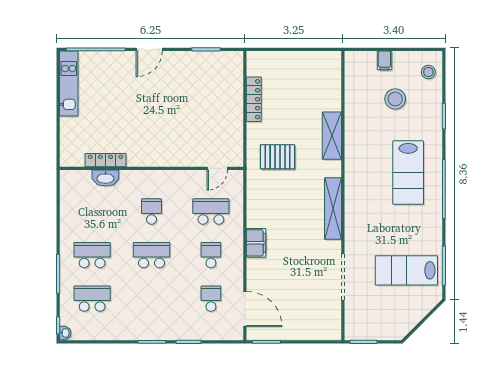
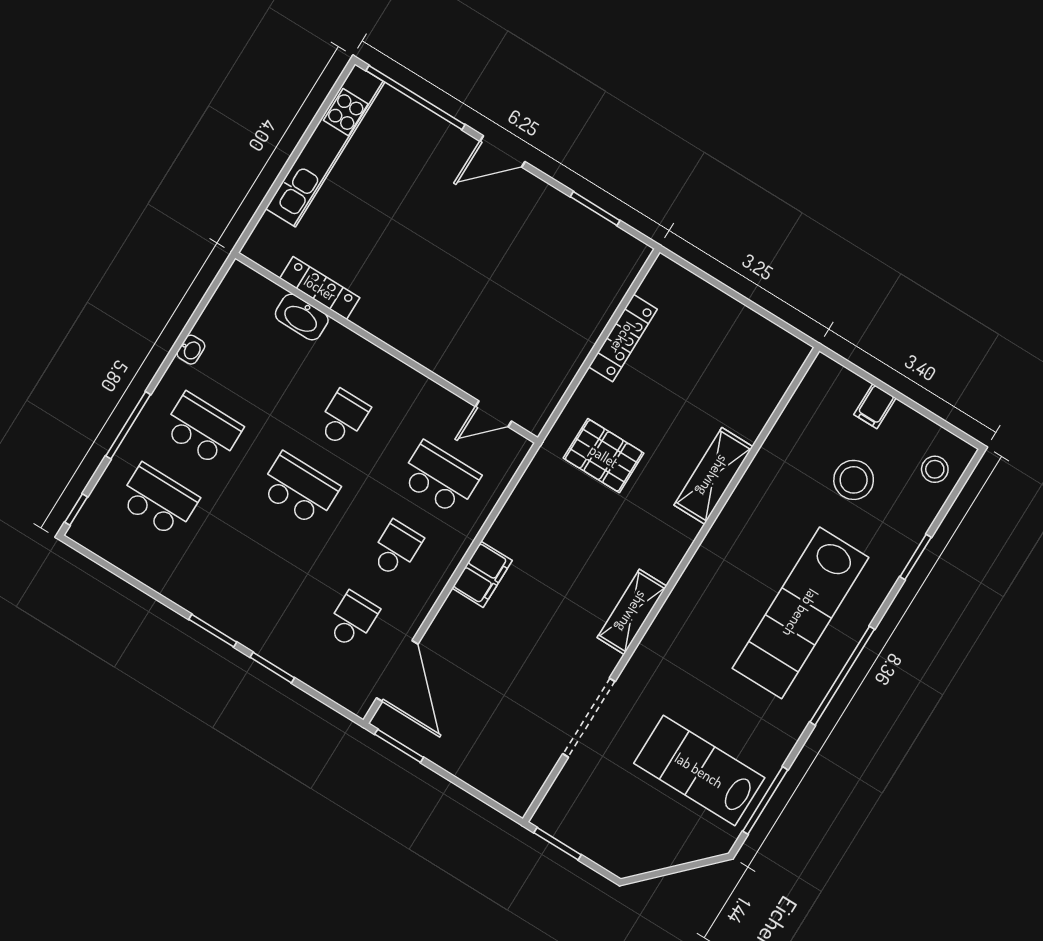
kitchen unit: (69, 84) -> (325, 145), width x1.36
lab bench: (408, 173) -> (801, 613), width x1.36
shelving: (333, 209) -> (632, 612), width x0.68
washbasin: (65, 333) -> (191, 350), moved

